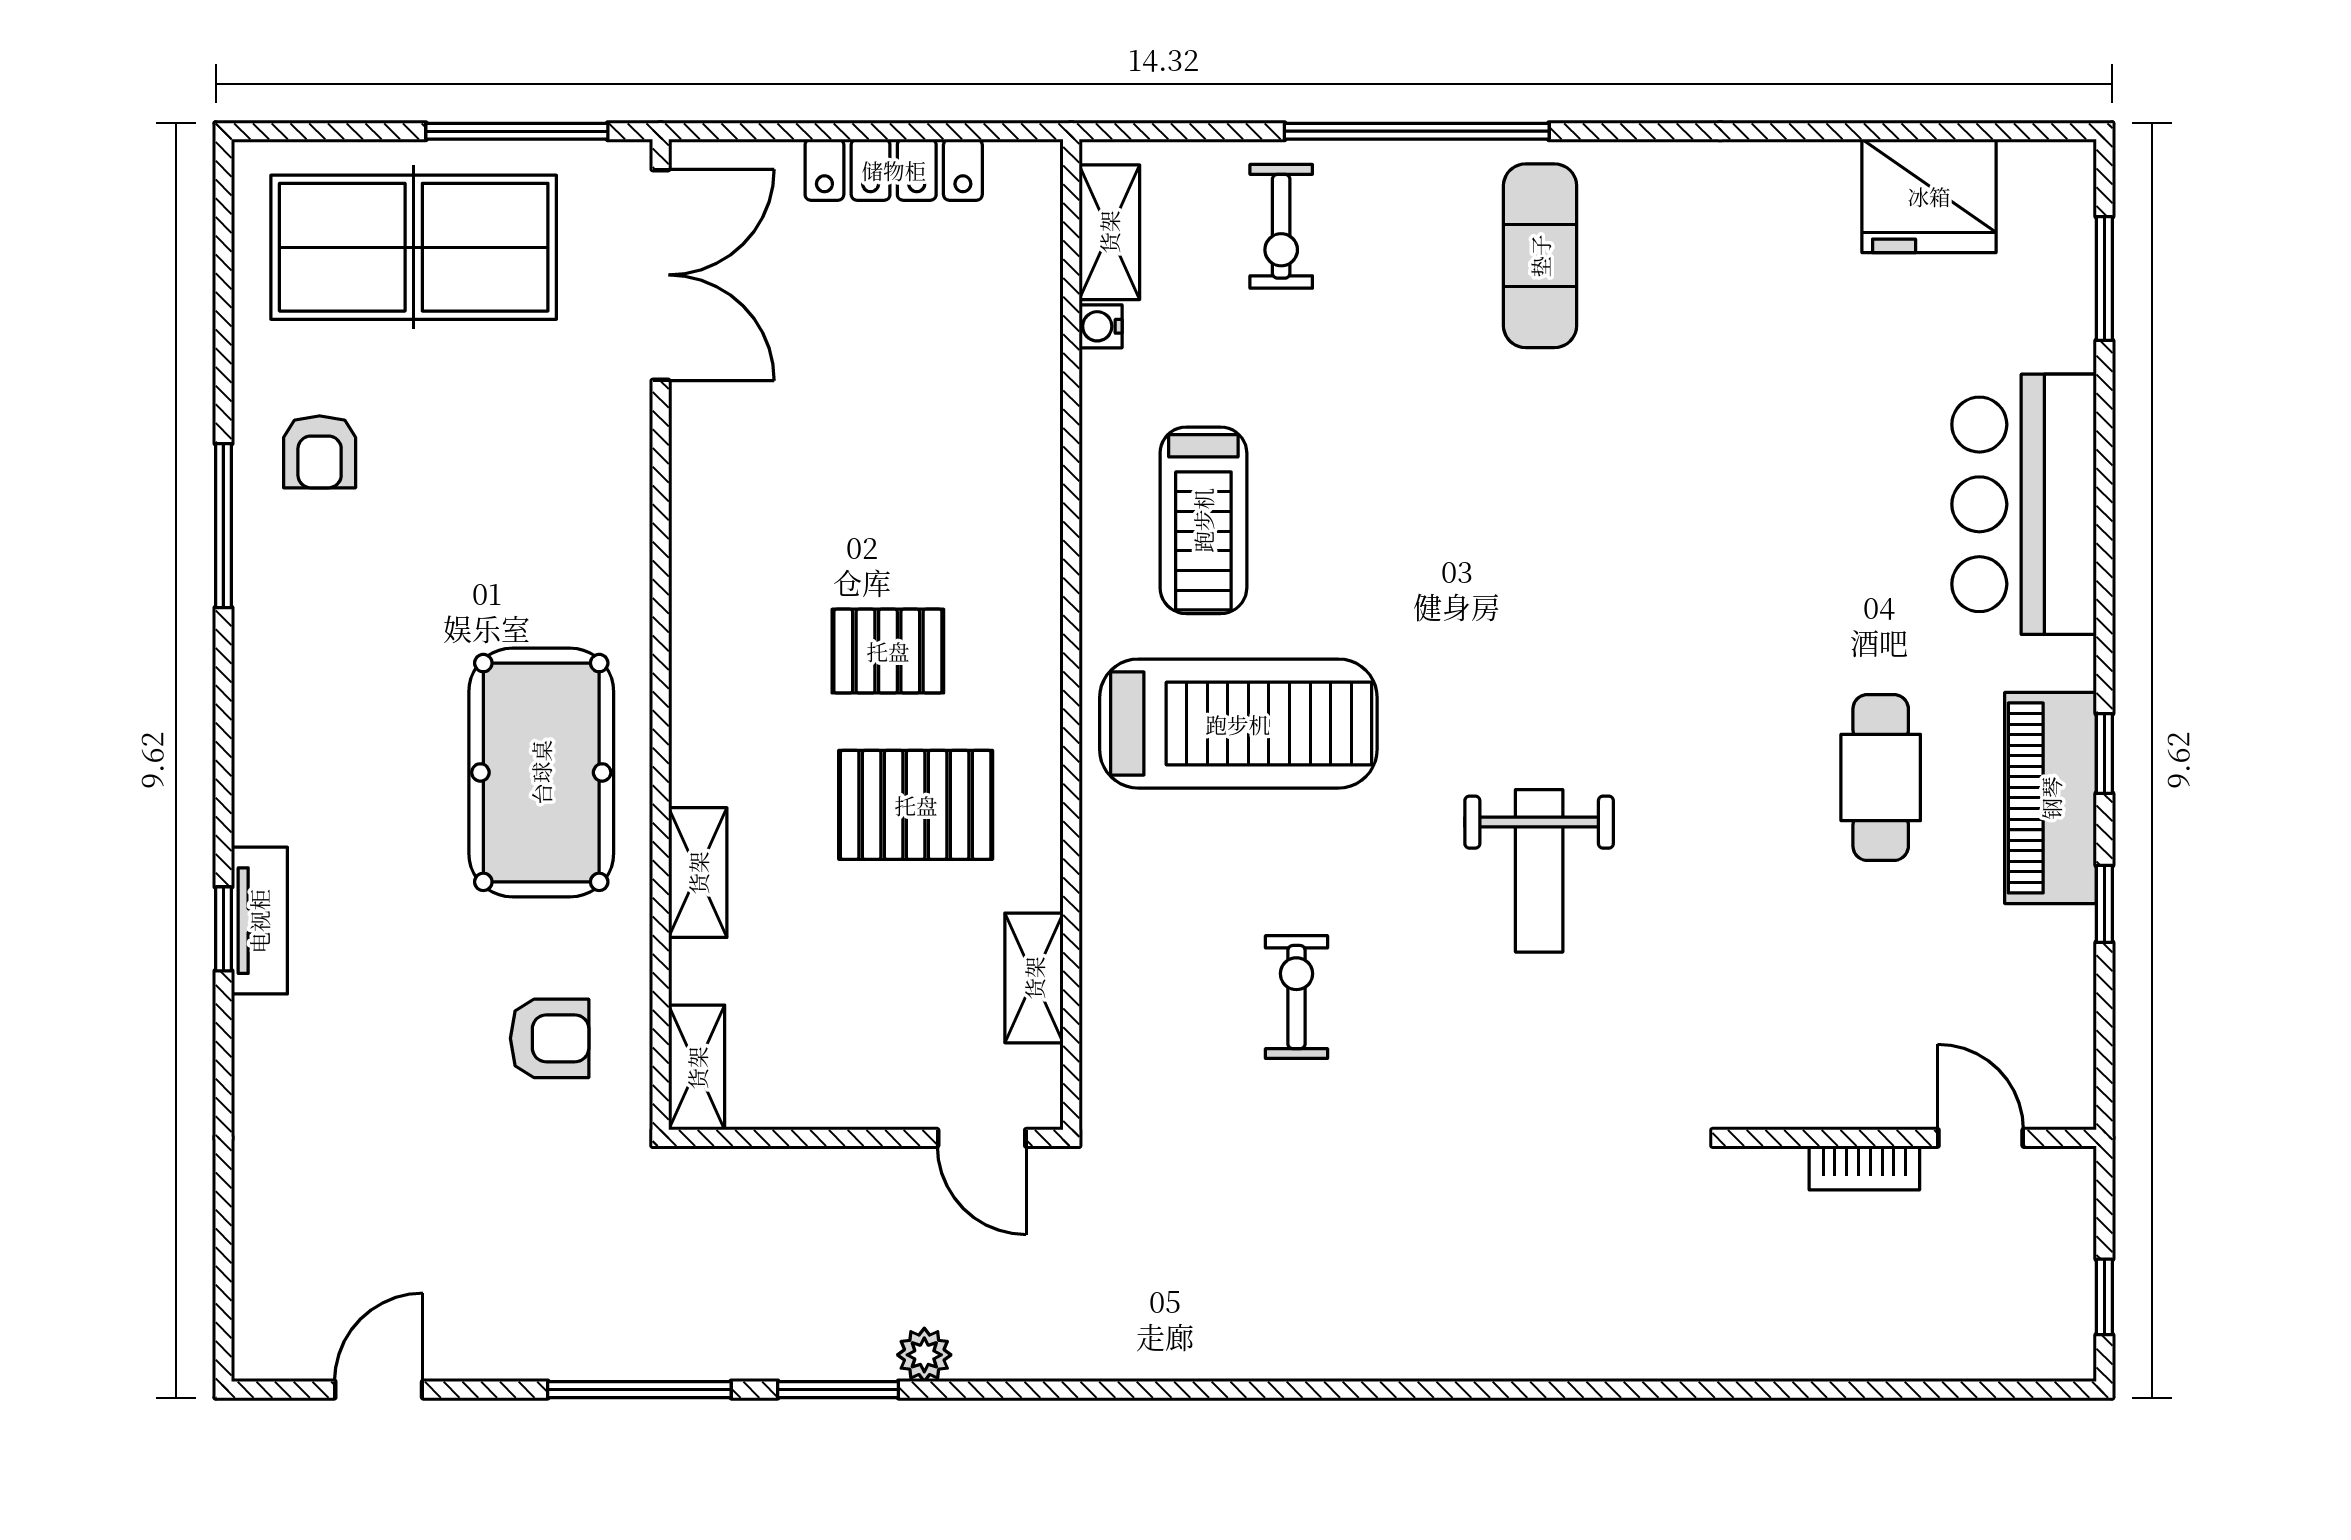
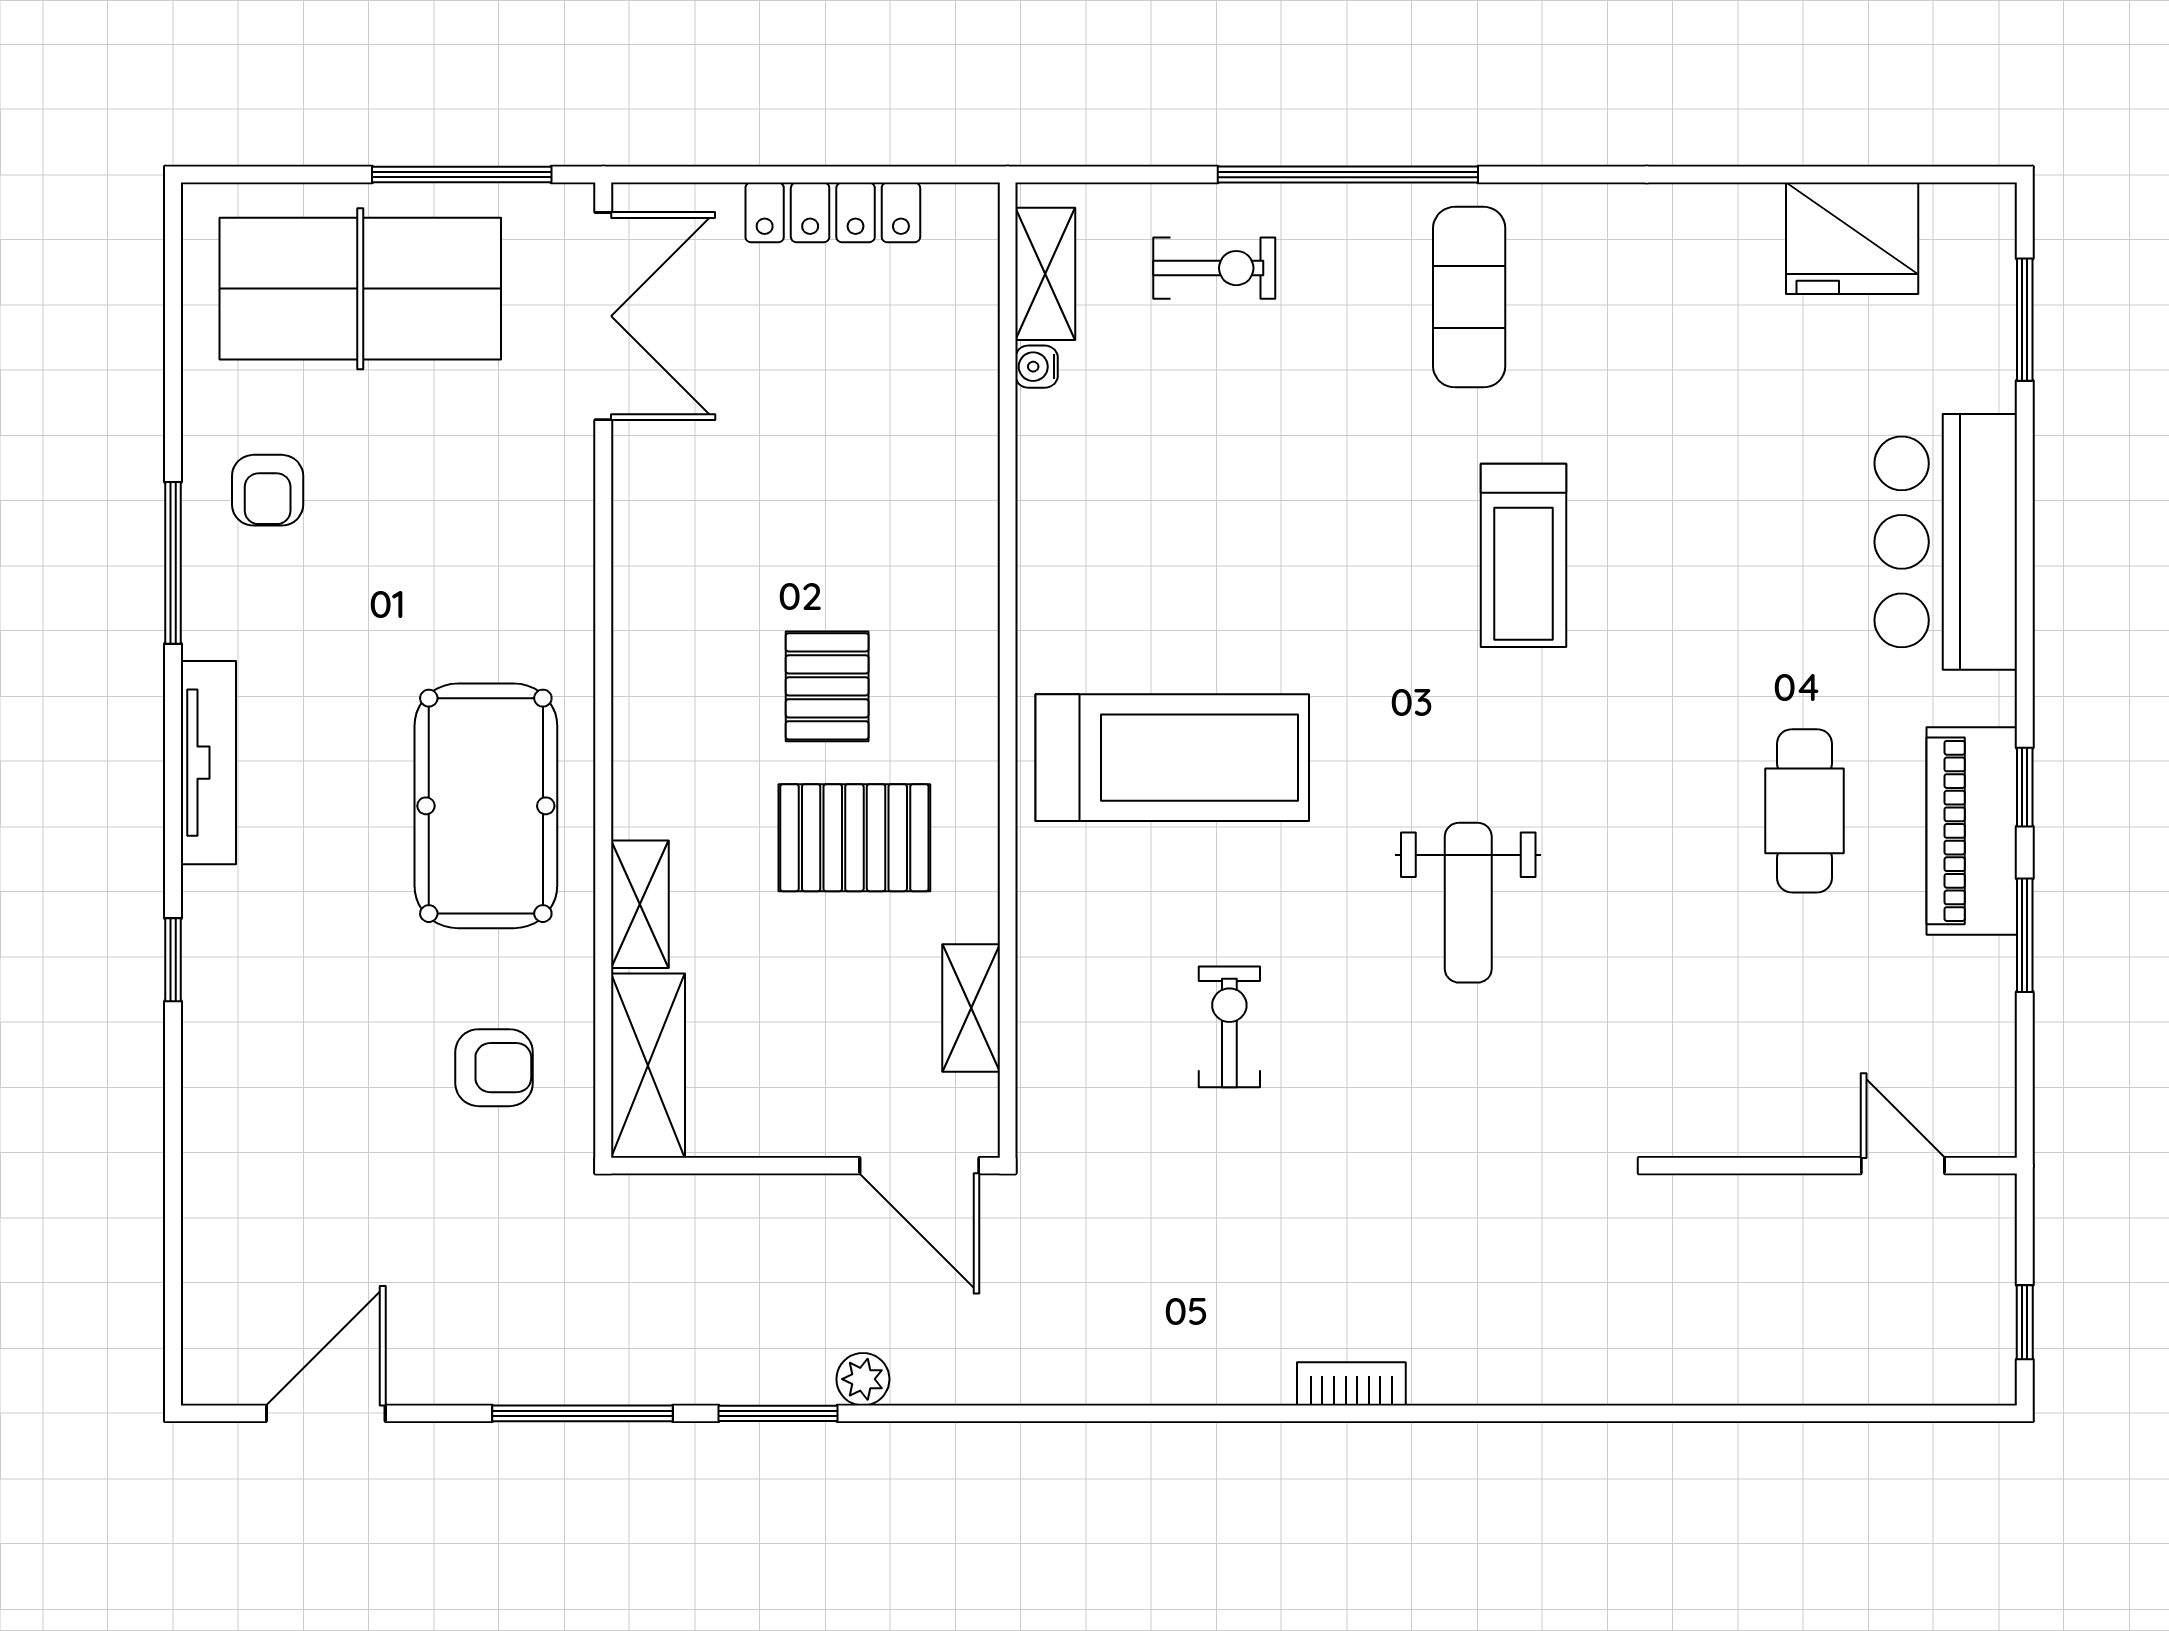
exercise bike: (1281, 226) -> (1214, 268), turned -90
treadmill: (1203, 520) -> (1523, 555), moved
pallet: (888, 651) -> (827, 686), turned 90
window: (2104, 904) -> (2025, 935), width x1.50
tv unit: (259, 921) -> (208, 763), moved, width x1.41
shelving: (697, 1068) -> (648, 1066), width x1.50, depth x1.33
door: (982, 1138) -> (919, 1166), width x1.38
bookcase: (1864, 1168) -> (1351, 1384), moved, turned 180
door: (379, 1390) -> (326, 1413), width x1.38

